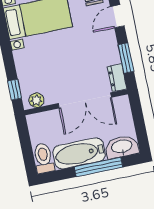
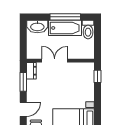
plant: (36, 100) -> (85, 67), removed
double door: (85, 100) -> (55, 61), width x0.73
window: (99, 167) -> (65, 17), moved

